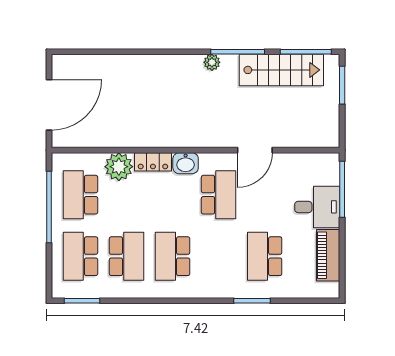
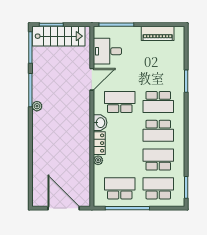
stairs: (281, 70) -> (59, 36), moved, turned 90
door: (255, 150) -> (92, 79), hinge flipped
plant: (119, 167) -> (98, 160), width x0.53, depth x0.53
school desk: (80, 195) -> (120, 188), turned 180
desk: (317, 207) -> (107, 51), moved, turned -90
school desk: (80, 256) -> (158, 188), turned 180
school desk: (265, 256) -> (158, 102), moved

